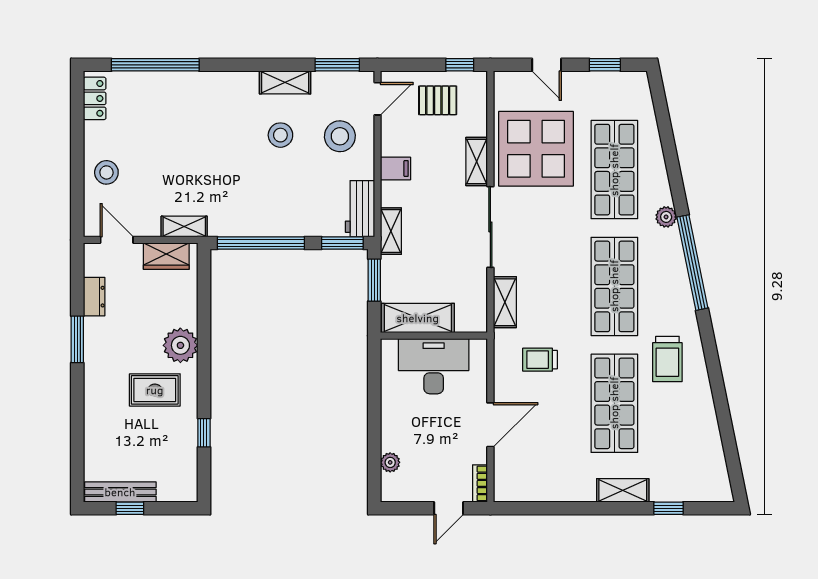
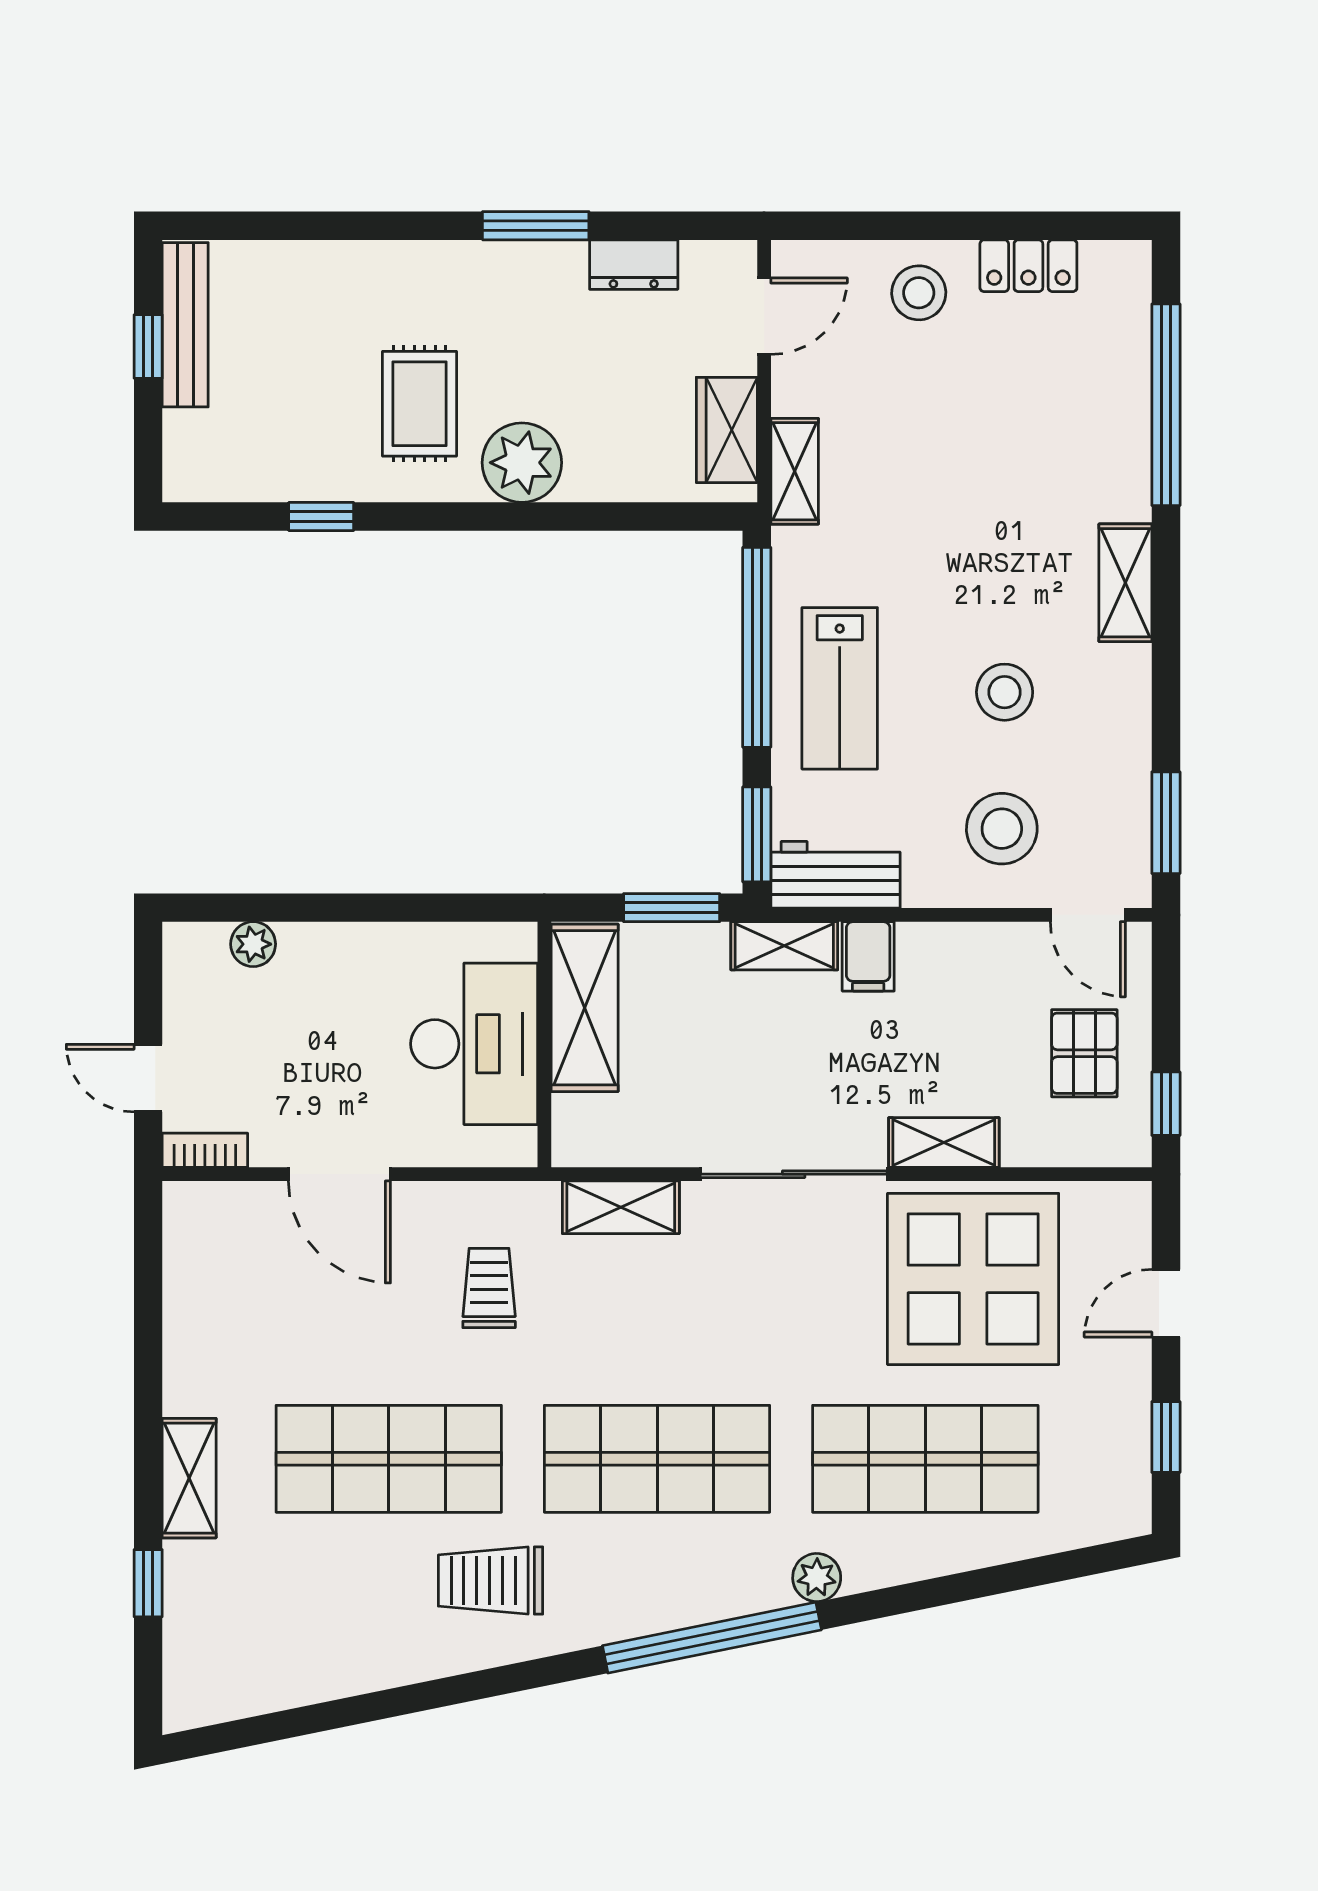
shelving: (285, 82) -> (1125, 583), moved
locker: (95, 98) -> (1028, 266), moved
filing cabinet: (396, 169) -> (868, 956), moved
lab bench: (279, 207) -> (840, 688), added

